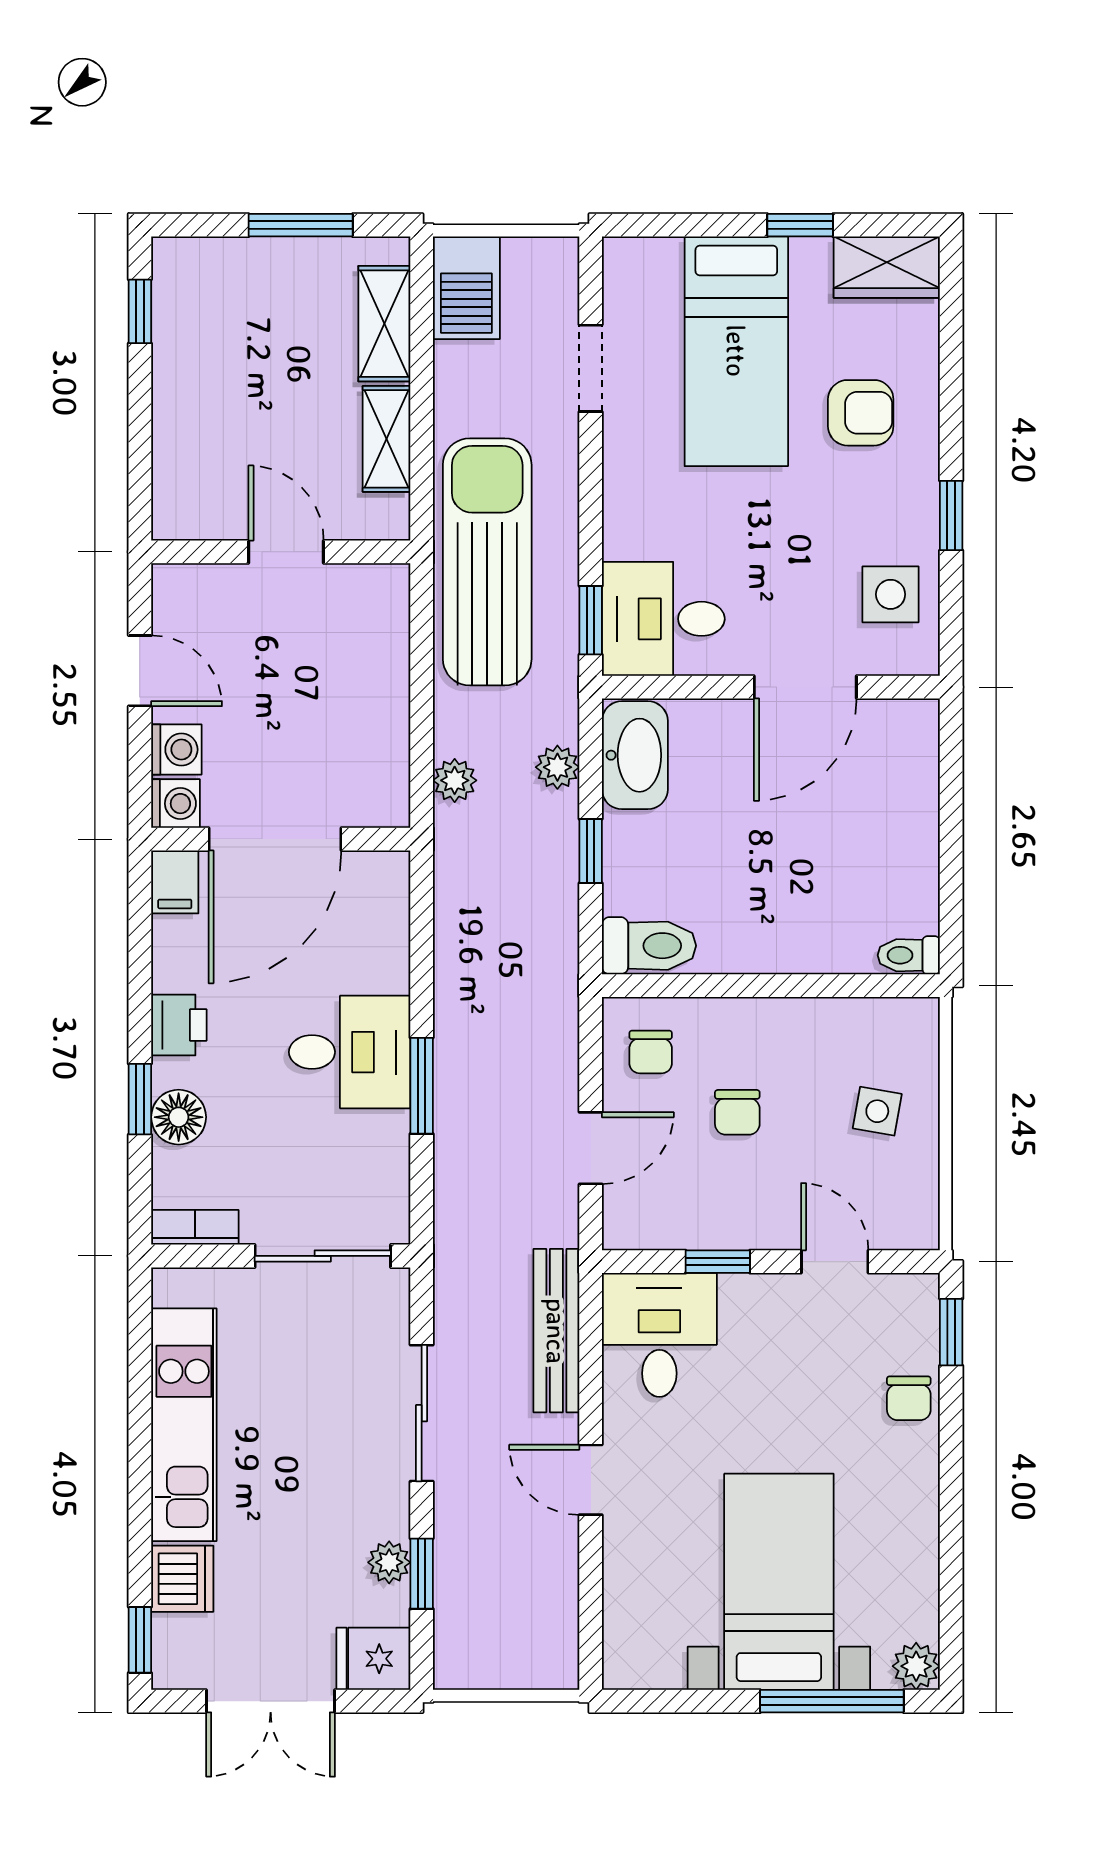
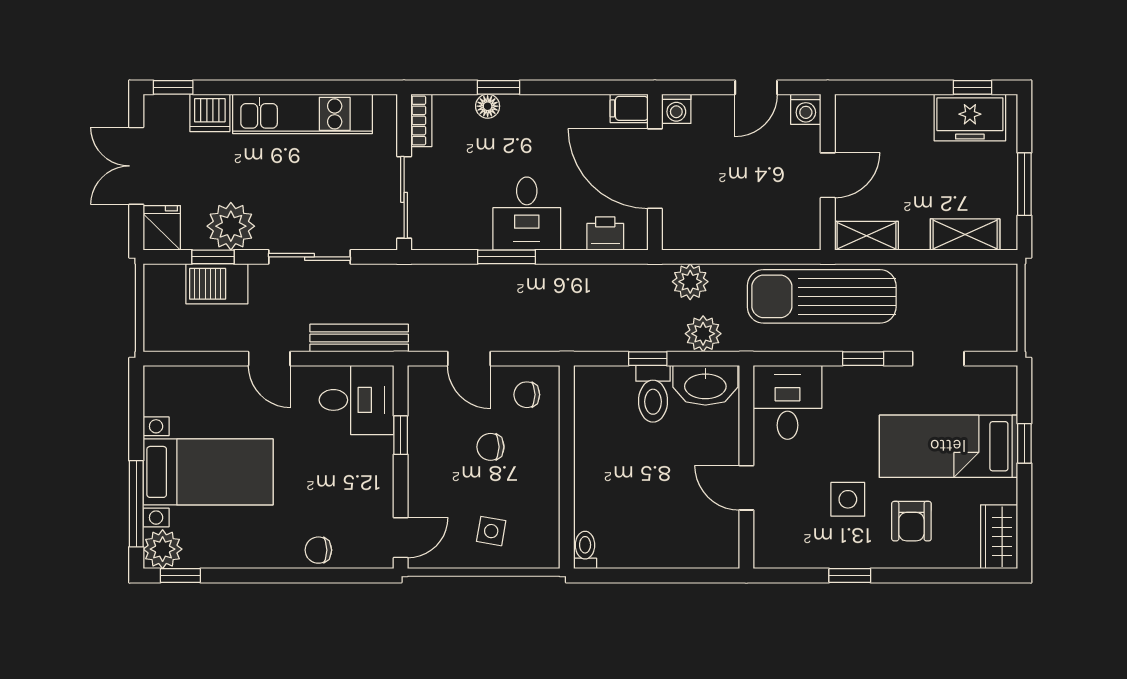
window: (800, 225) -> (1024, 443), moved
barbecue: (466, 288) -> (217, 284), moved
freezer: (190, 316) -> (970, 117), added
shelving: (386, 439) -> (866, 236), moved
sun lounger: (487, 562) -> (822, 296), turned 180
side table: (891, 594) -> (848, 499), moved
window: (591, 620) -> (863, 359), moved
door: (805, 687) -> (746, 488), width x0.73
washing machine: (176, 750) -> (806, 109), moved
plant: (557, 767) -> (703, 334), width x1.38, depth x1.38
plant: (455, 780) -> (690, 282), width x1.38, depth x1.38
toilet: (649, 946) -> (653, 394), moved
printer: (179, 1025) -> (605, 233), moved, turned 180
floor lamp: (179, 1117) -> (488, 106), width x0.73, depth x0.73
door: (835, 1262) -> (401, 538), moved
window: (951, 1332) -> (180, 576), moved
door: (591, 1480) -> (269, 359), swing flipped
plant: (389, 1562) -> (231, 226), width x1.88, depth x1.88
plant: (916, 1666) -> (163, 549), width x1.38, depth x1.38

